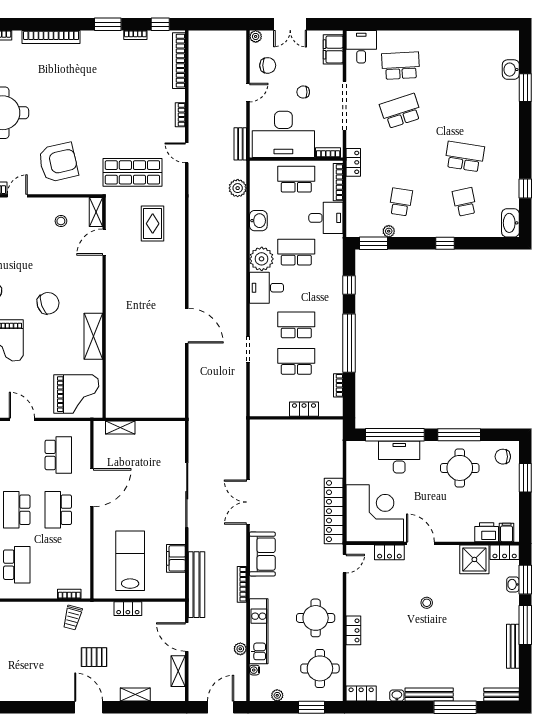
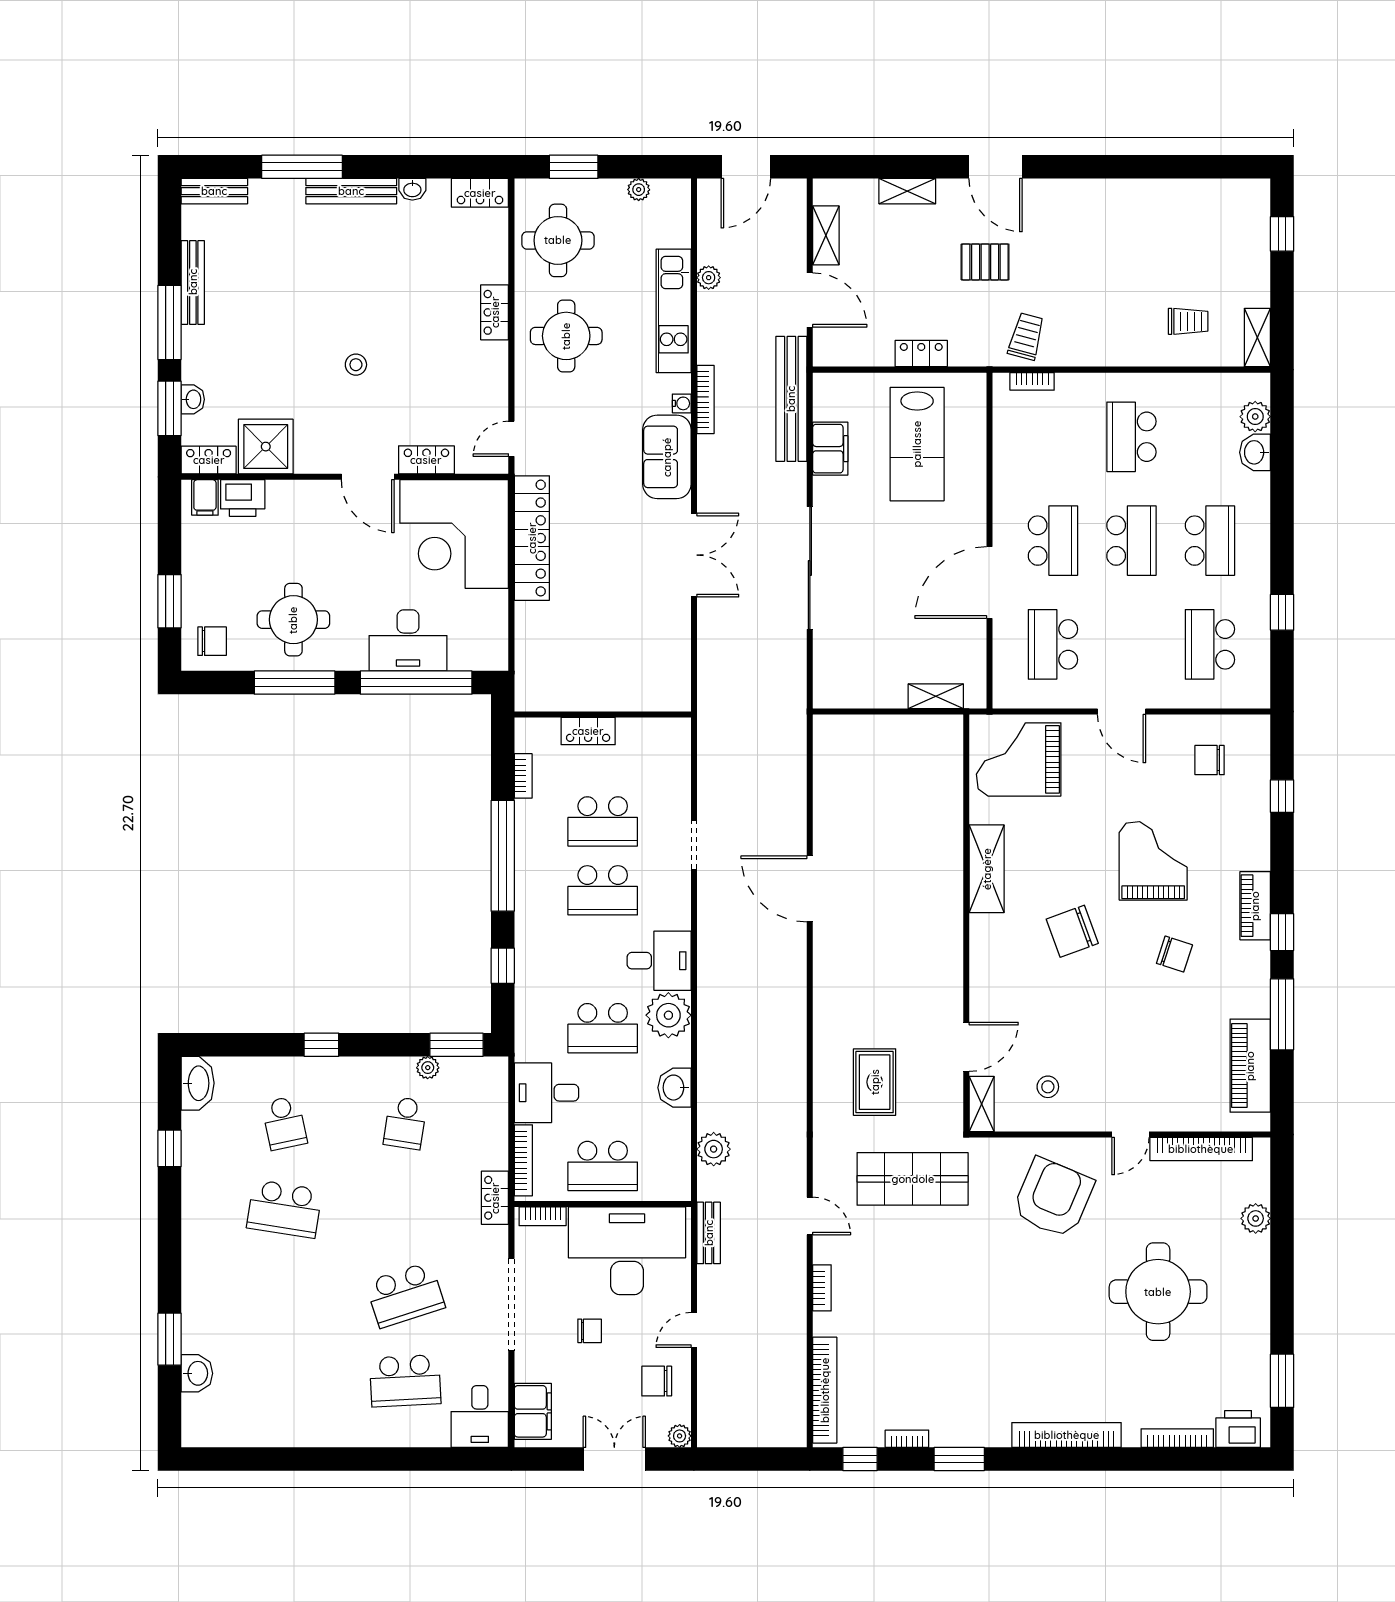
armchair: (58, 162) -> (1053, 1198), turned 126
water cooler: (255, 670) -> (682, 403), moved

